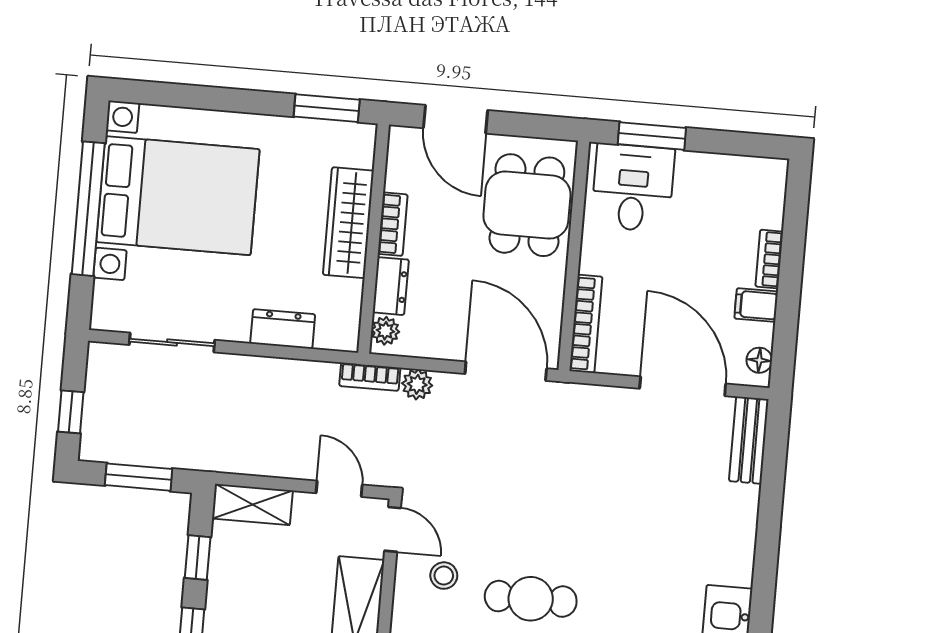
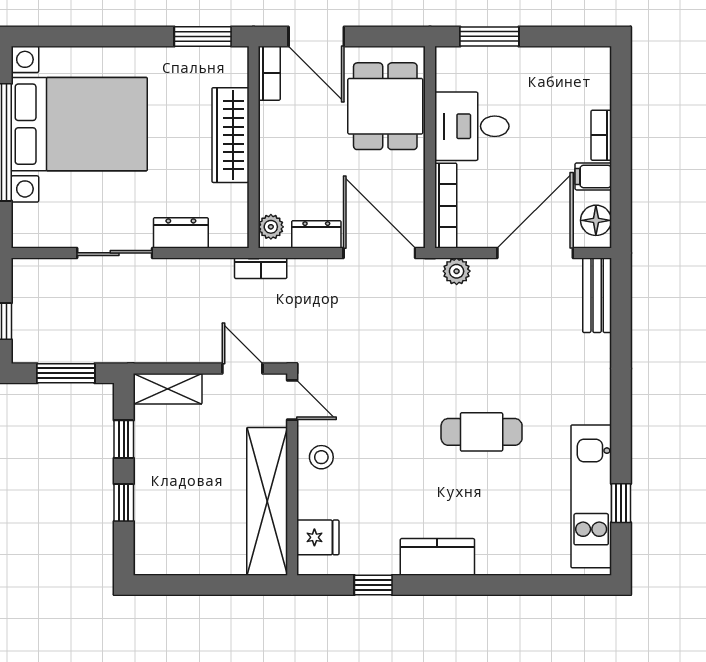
desk: (633, 188) -> (472, 126), moved, turned -90
bookcase: (393, 224) -> (269, 73), moved
dresser: (391, 286) -> (316, 234), moved, turned -90
sliding door: (172, 342) -> (115, 253), moved
floor lamp: (759, 360) -> (596, 220), width x1.37, depth x1.37
plant: (417, 384) -> (457, 271), moved
door: (683, 386) -> (535, 253), hinge flipped
stool: (444, 576) -> (321, 457), moved
cafe table: (531, 599) -> (482, 432), moved

